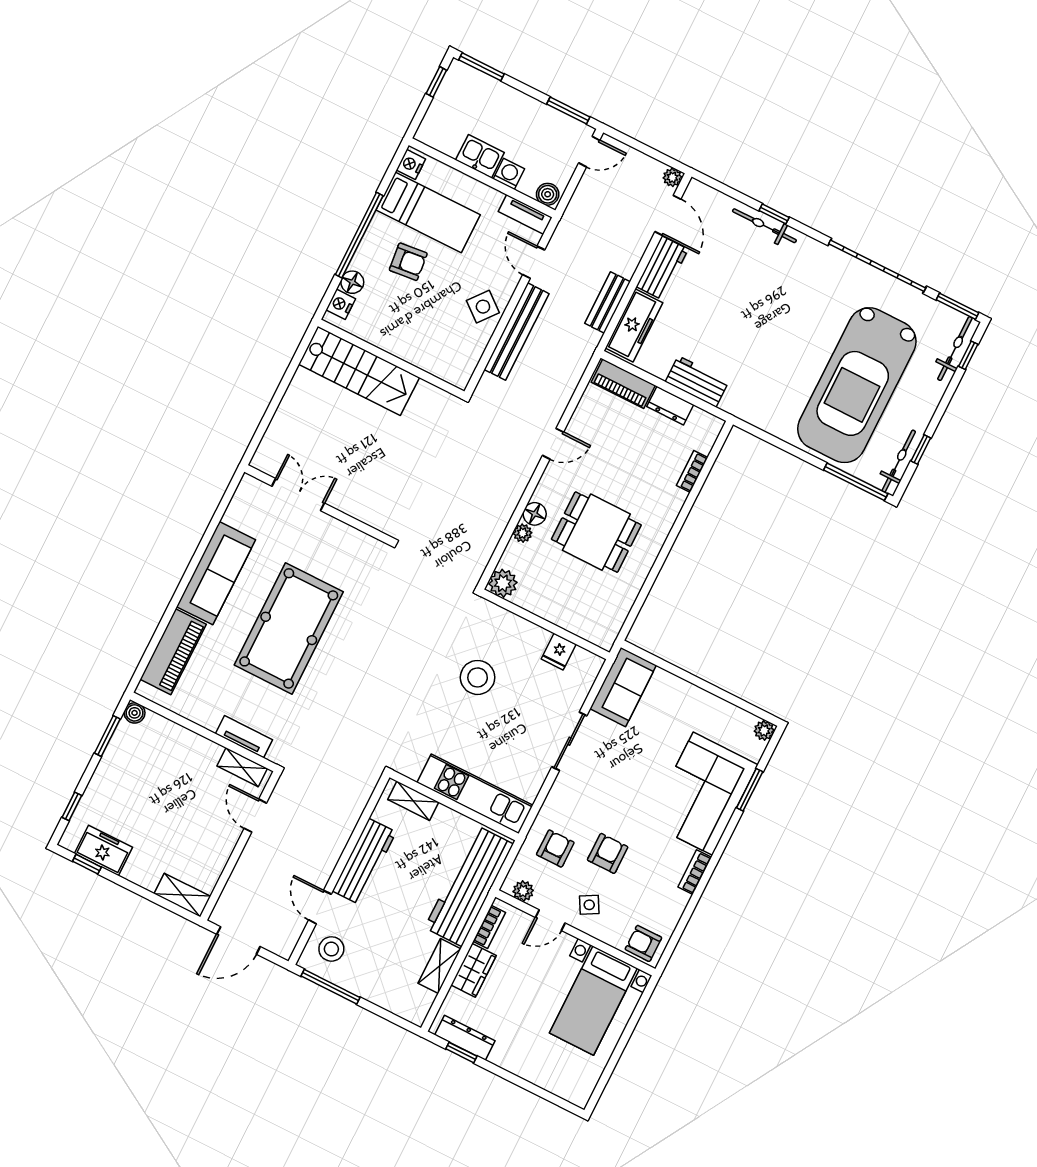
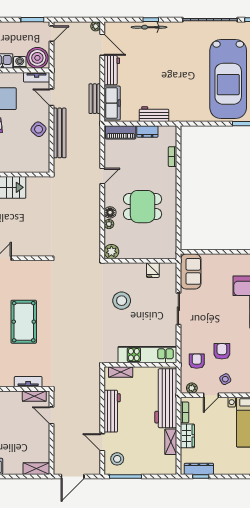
boiler: (548, 194) -> (37, 58), width x1.86, depth x1.86
pool table: (289, 628) -> (24, 322), width x0.73, depth x0.76

